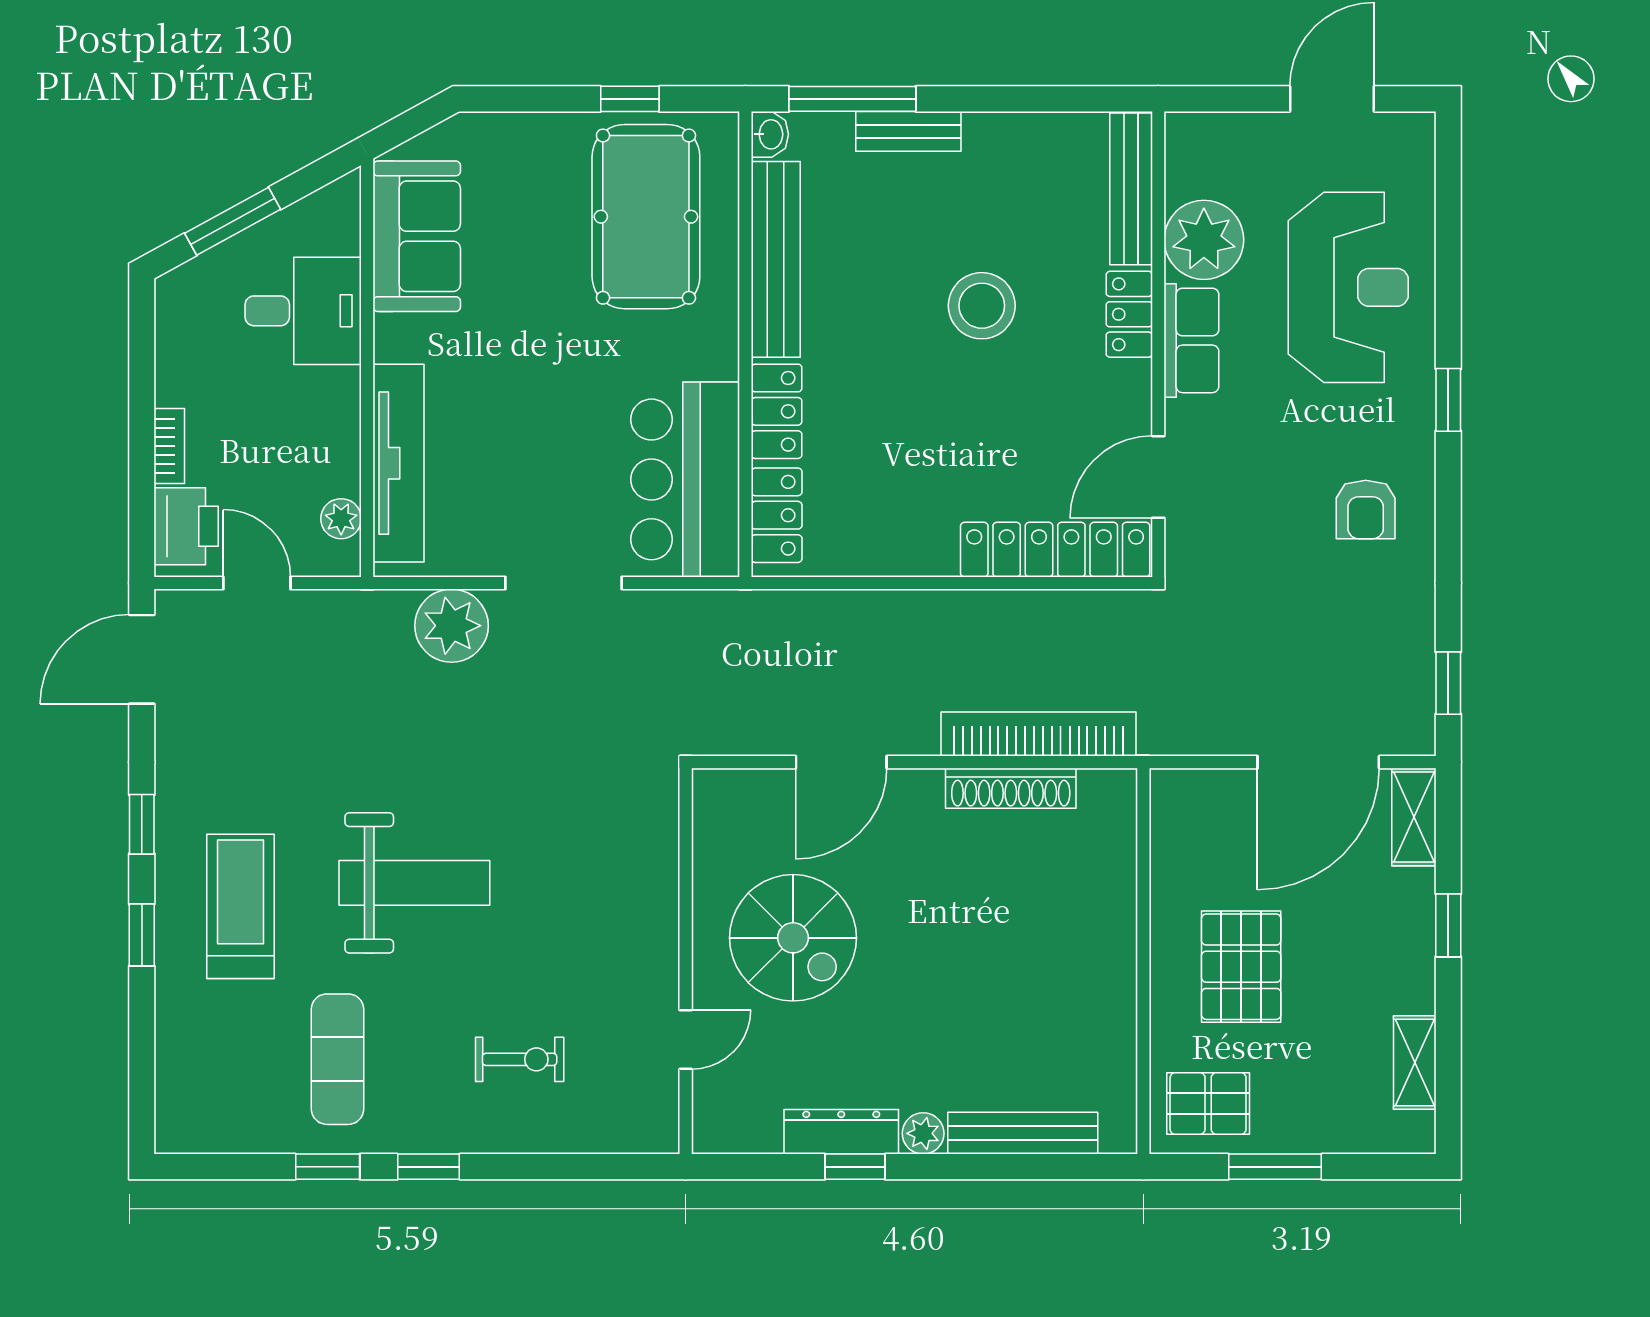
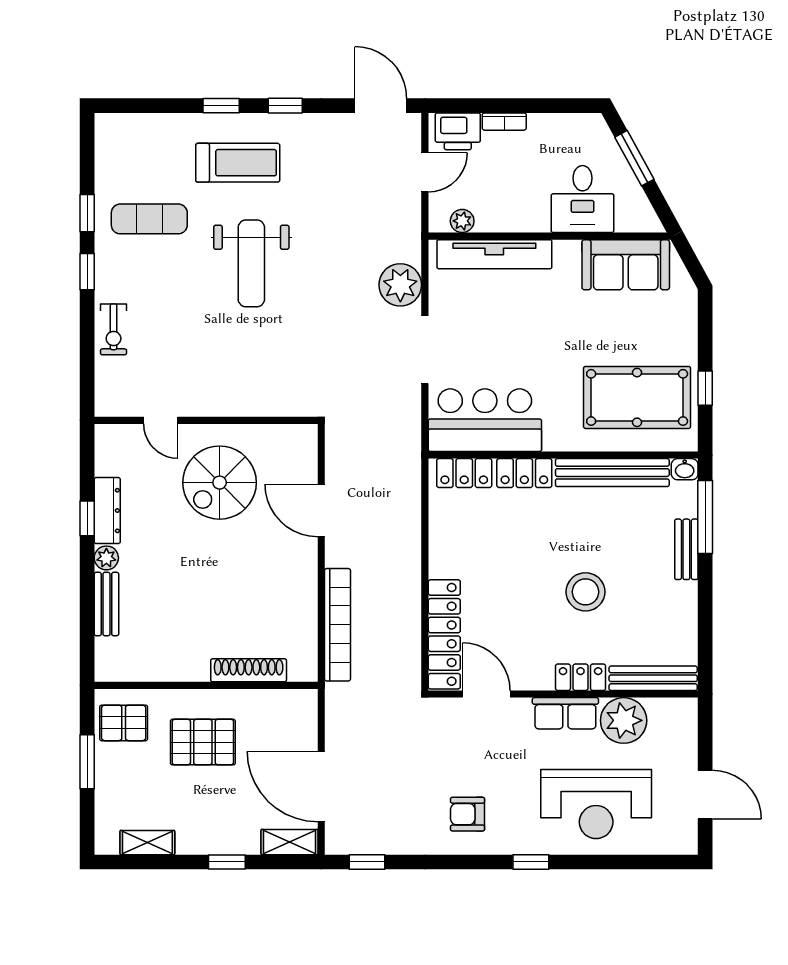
shoe rack: (1011, 788) -> (249, 670), moved, turned 90
exercise bike: (520, 1059) -> (114, 329), moved
pallet: (1208, 1103) -> (124, 723), turned 90
bench: (1023, 1133) -> (106, 604), width x0.73

